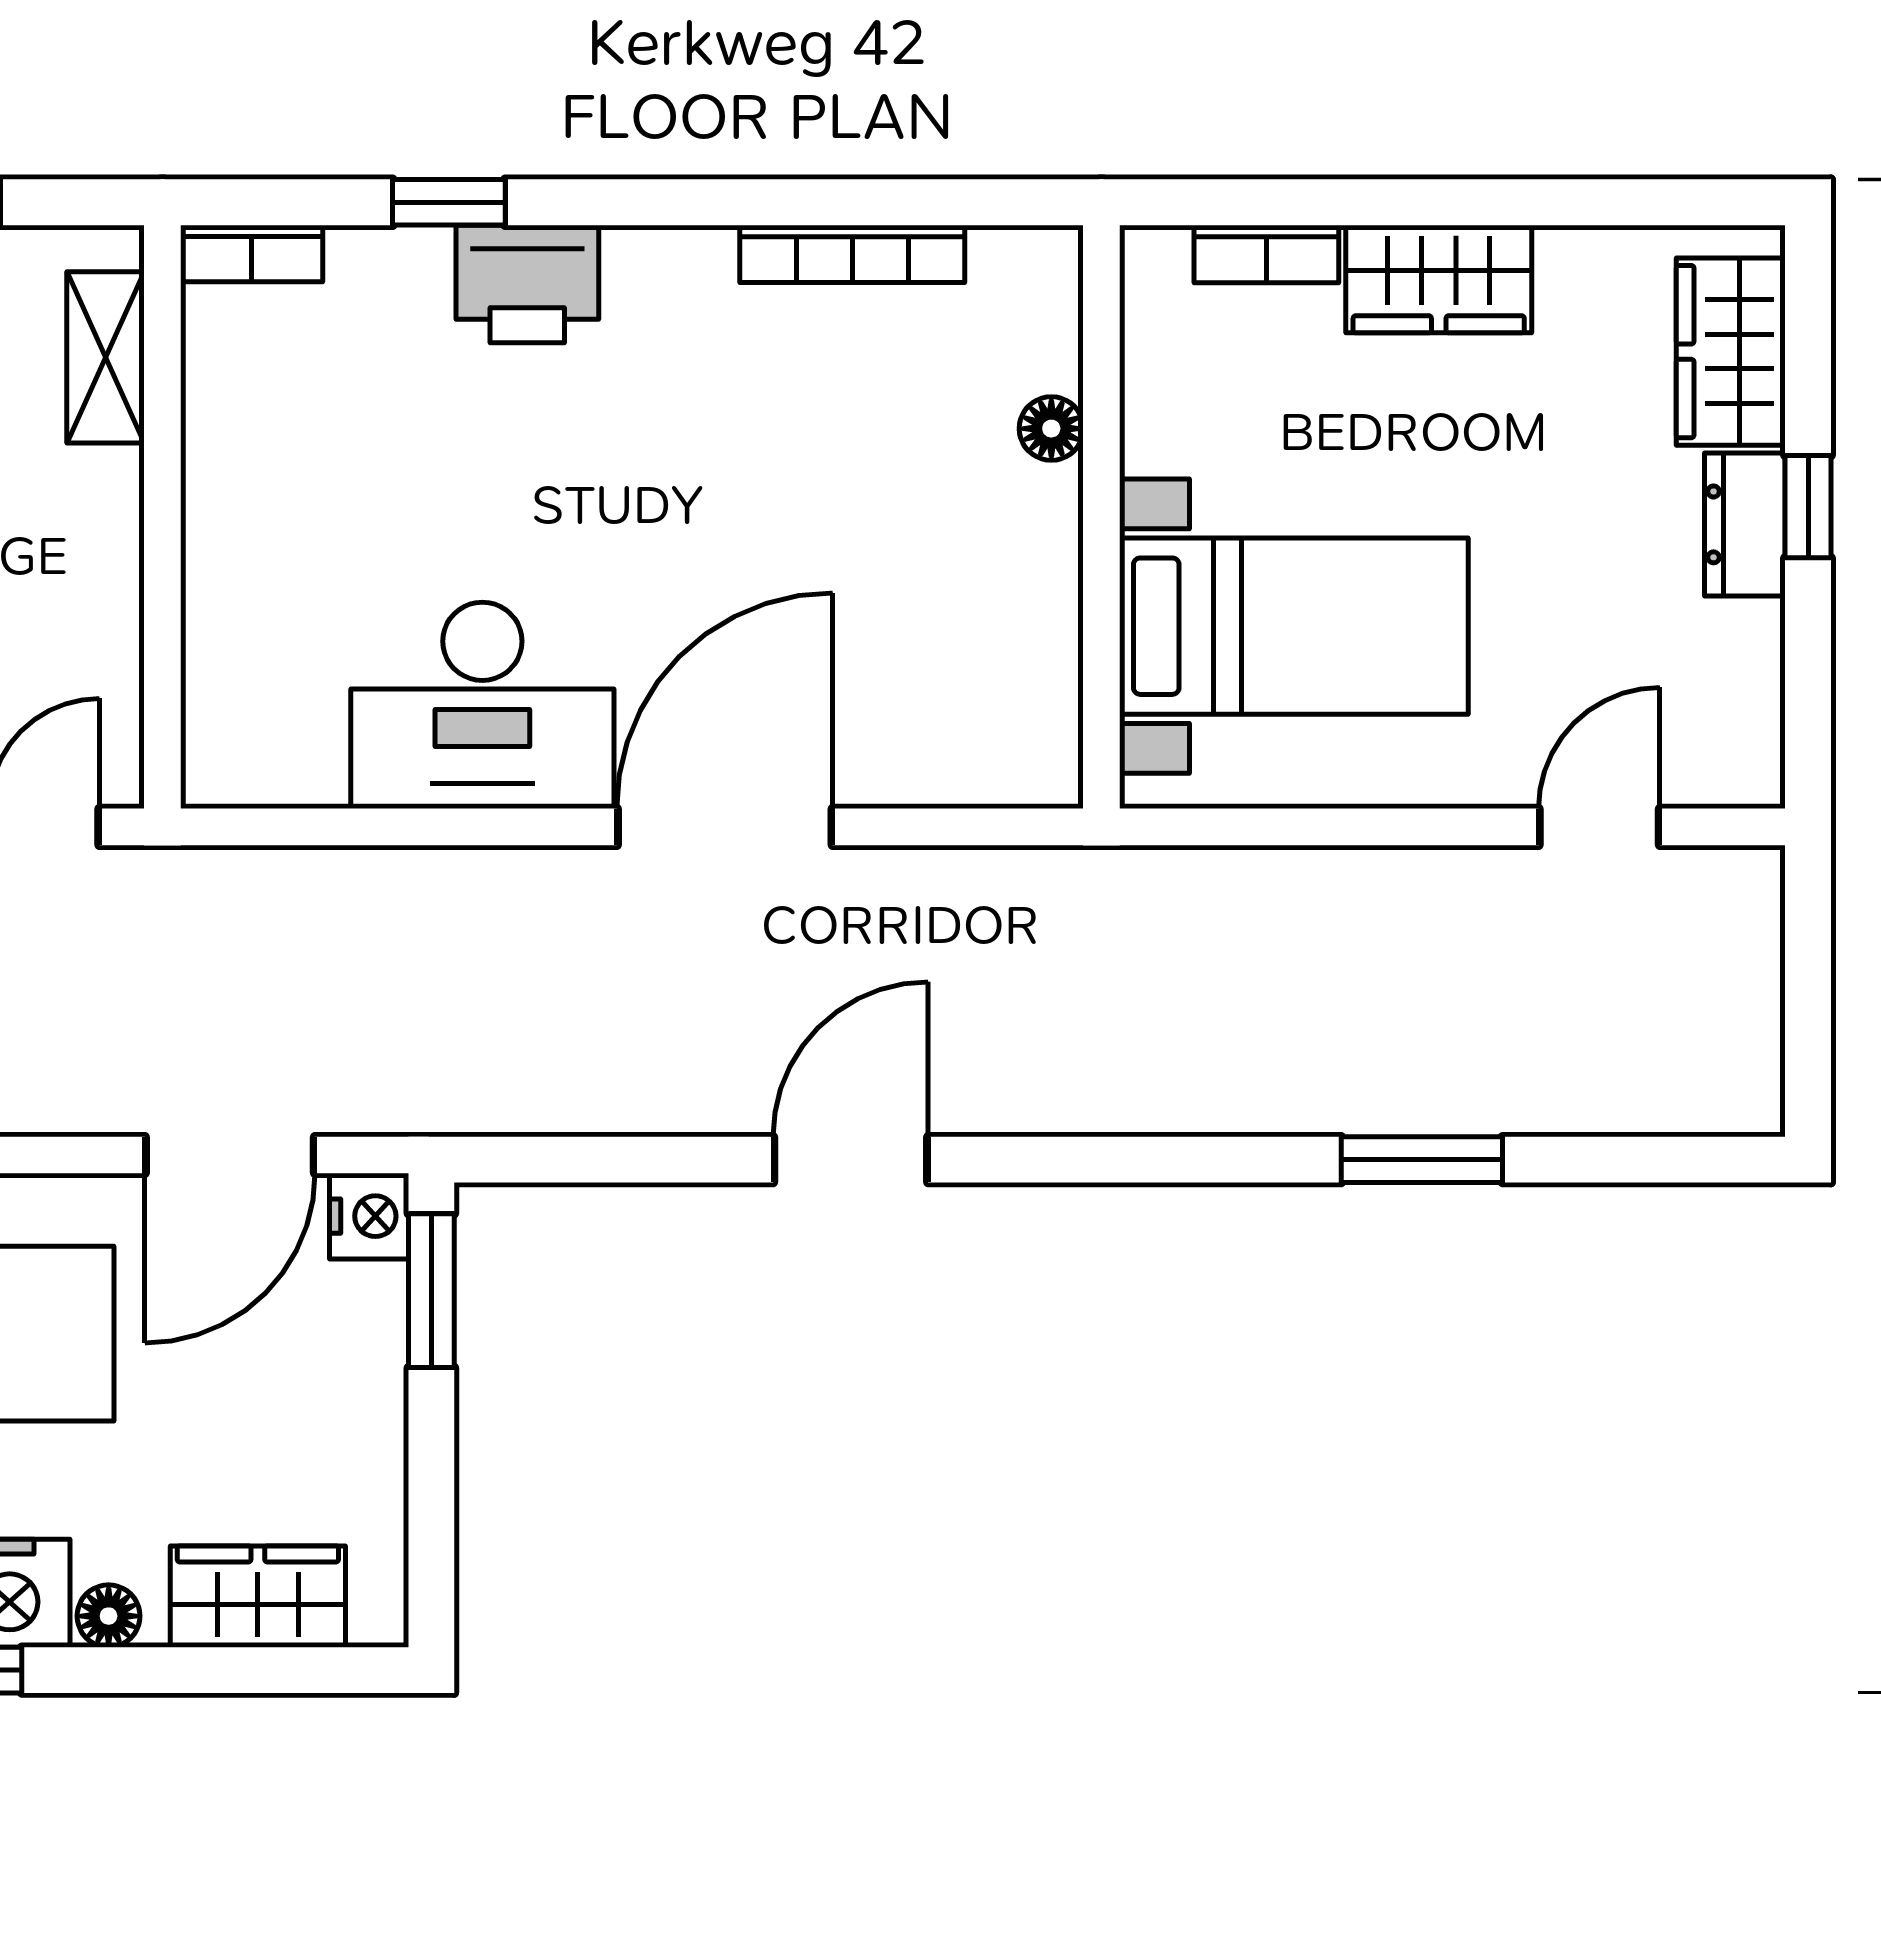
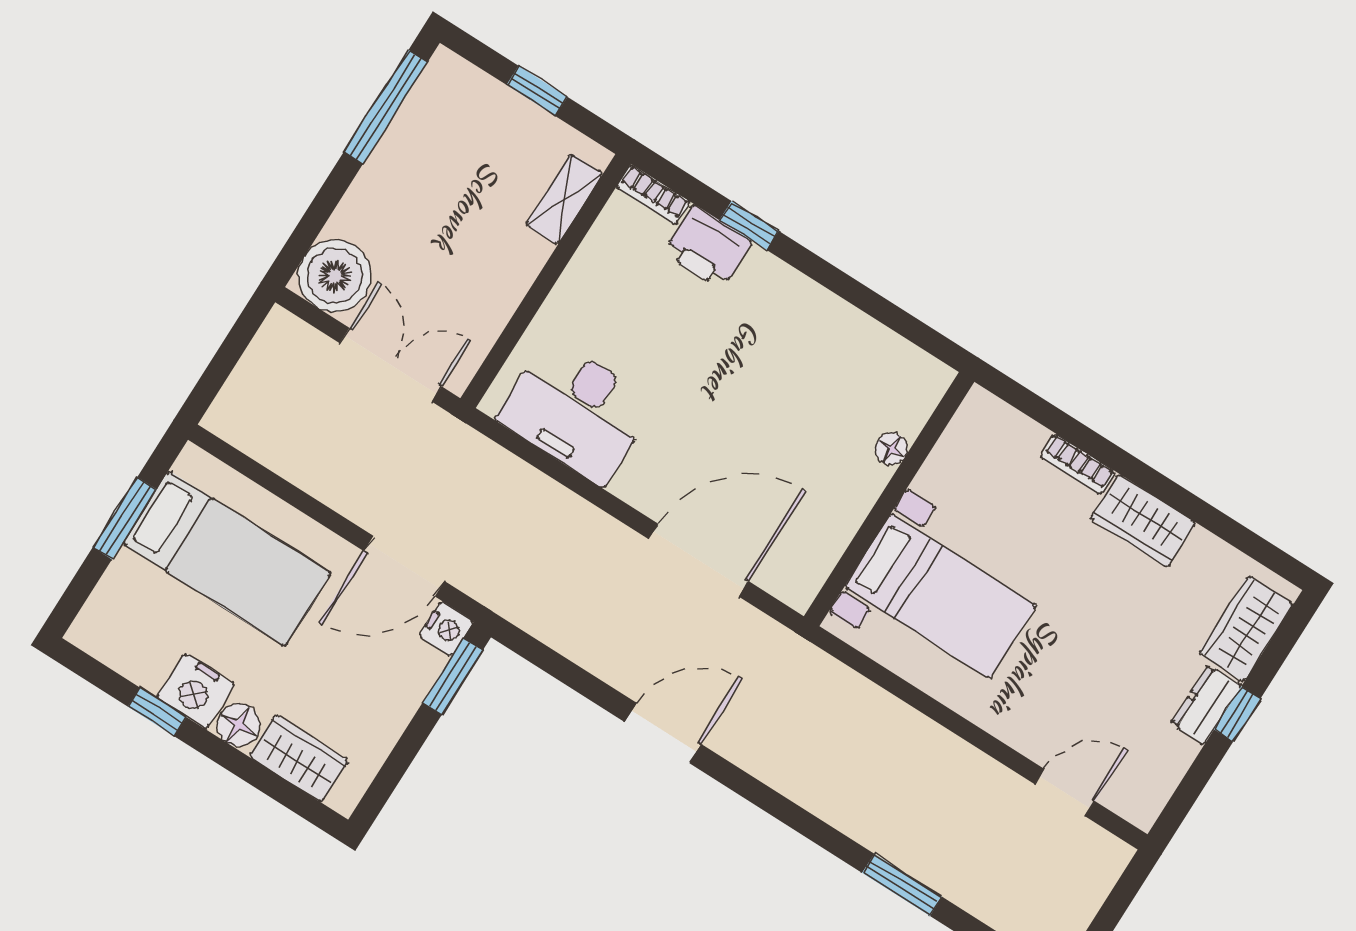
bookcase: (852, 254) -> (904, 354), removed
printer: (527, 284) -> (707, 247), moved
floor lamp: (1051, 429) -> (892, 449), moved
wall: (1101, 517) -> (889, 499), moved
bed with nightstands: (1294, 626) -> (941, 596), moved
desk: (482, 705) -> (576, 411), moved
floor lamp: (109, 1616) -> (239, 725), width x1.37, depth x1.37

